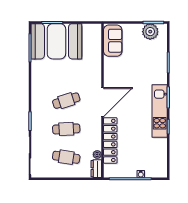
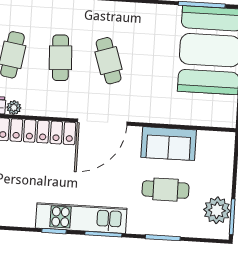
sofa: (113, 41) -> (169, 144), moved
cafe table: (140, 63) -> (165, 190), added
door: (102, 102) -> (102, 122), hinge flipped

